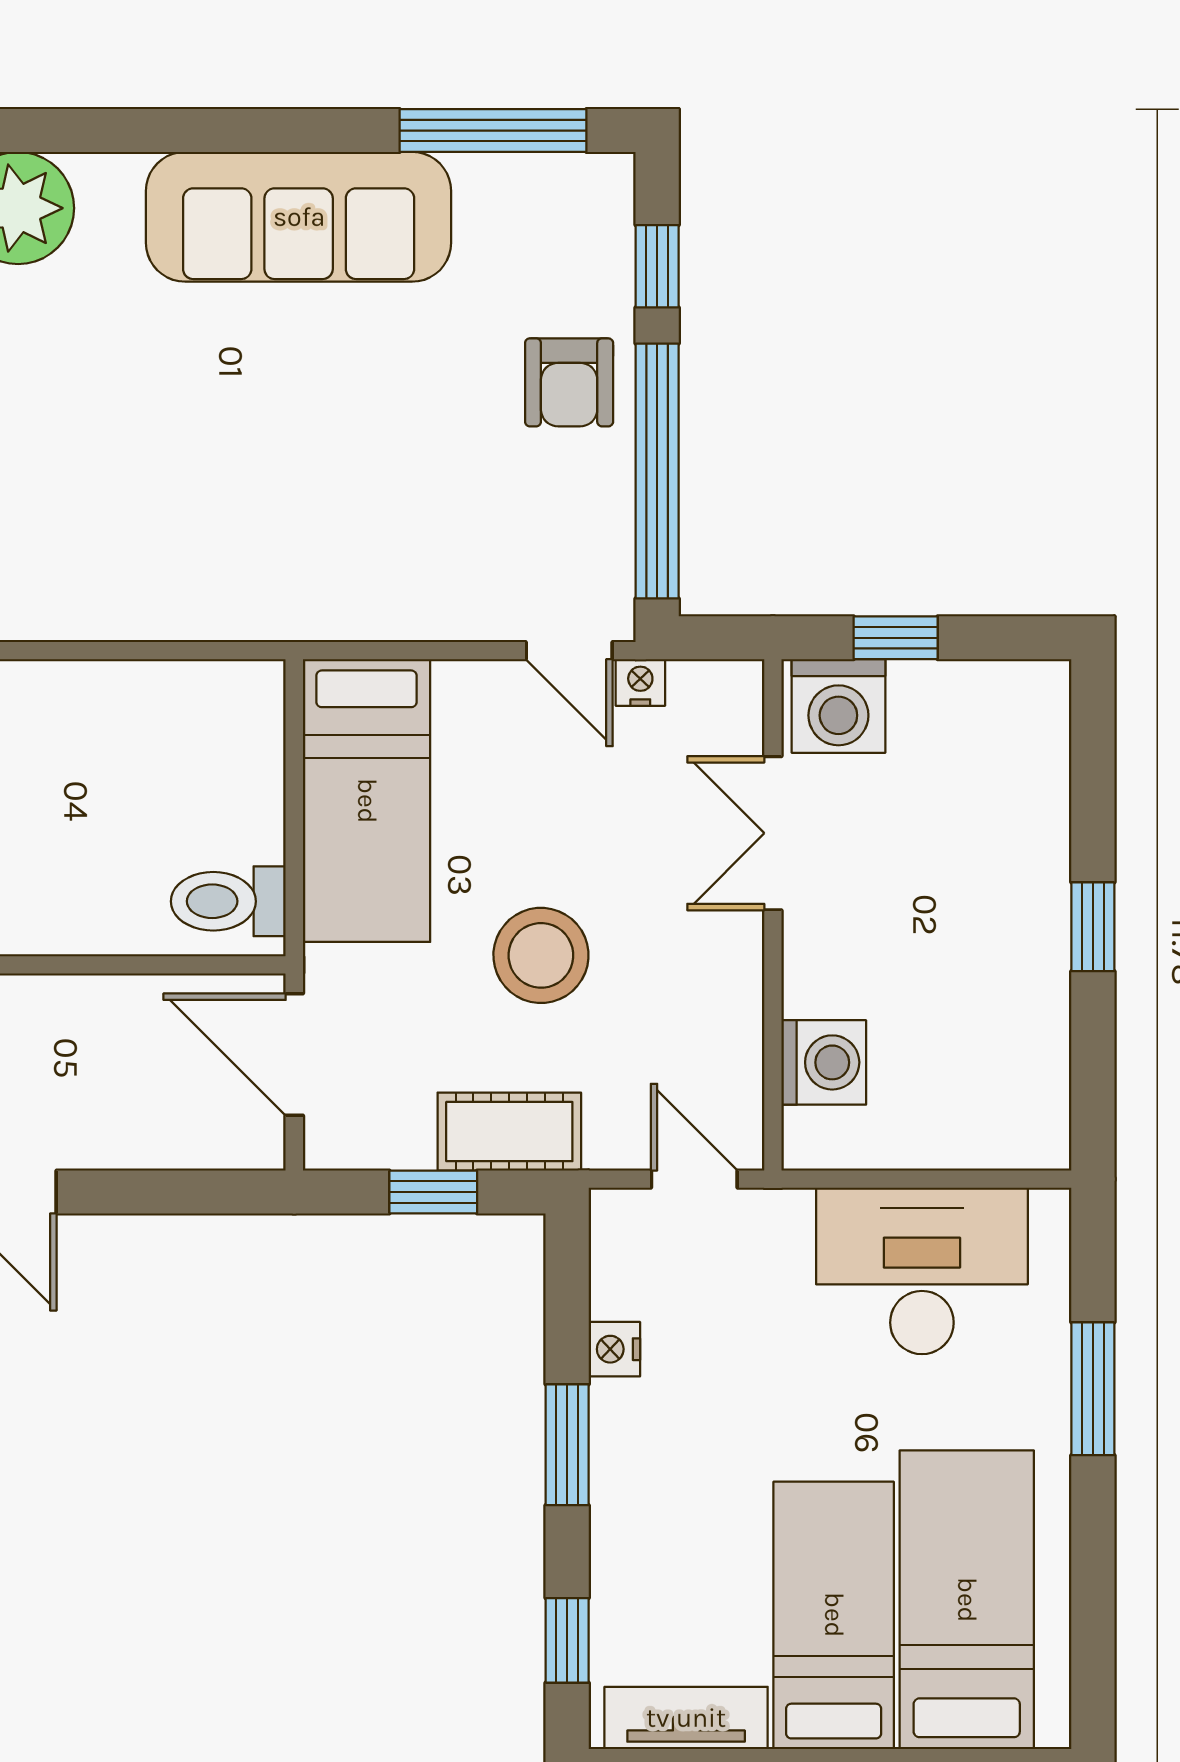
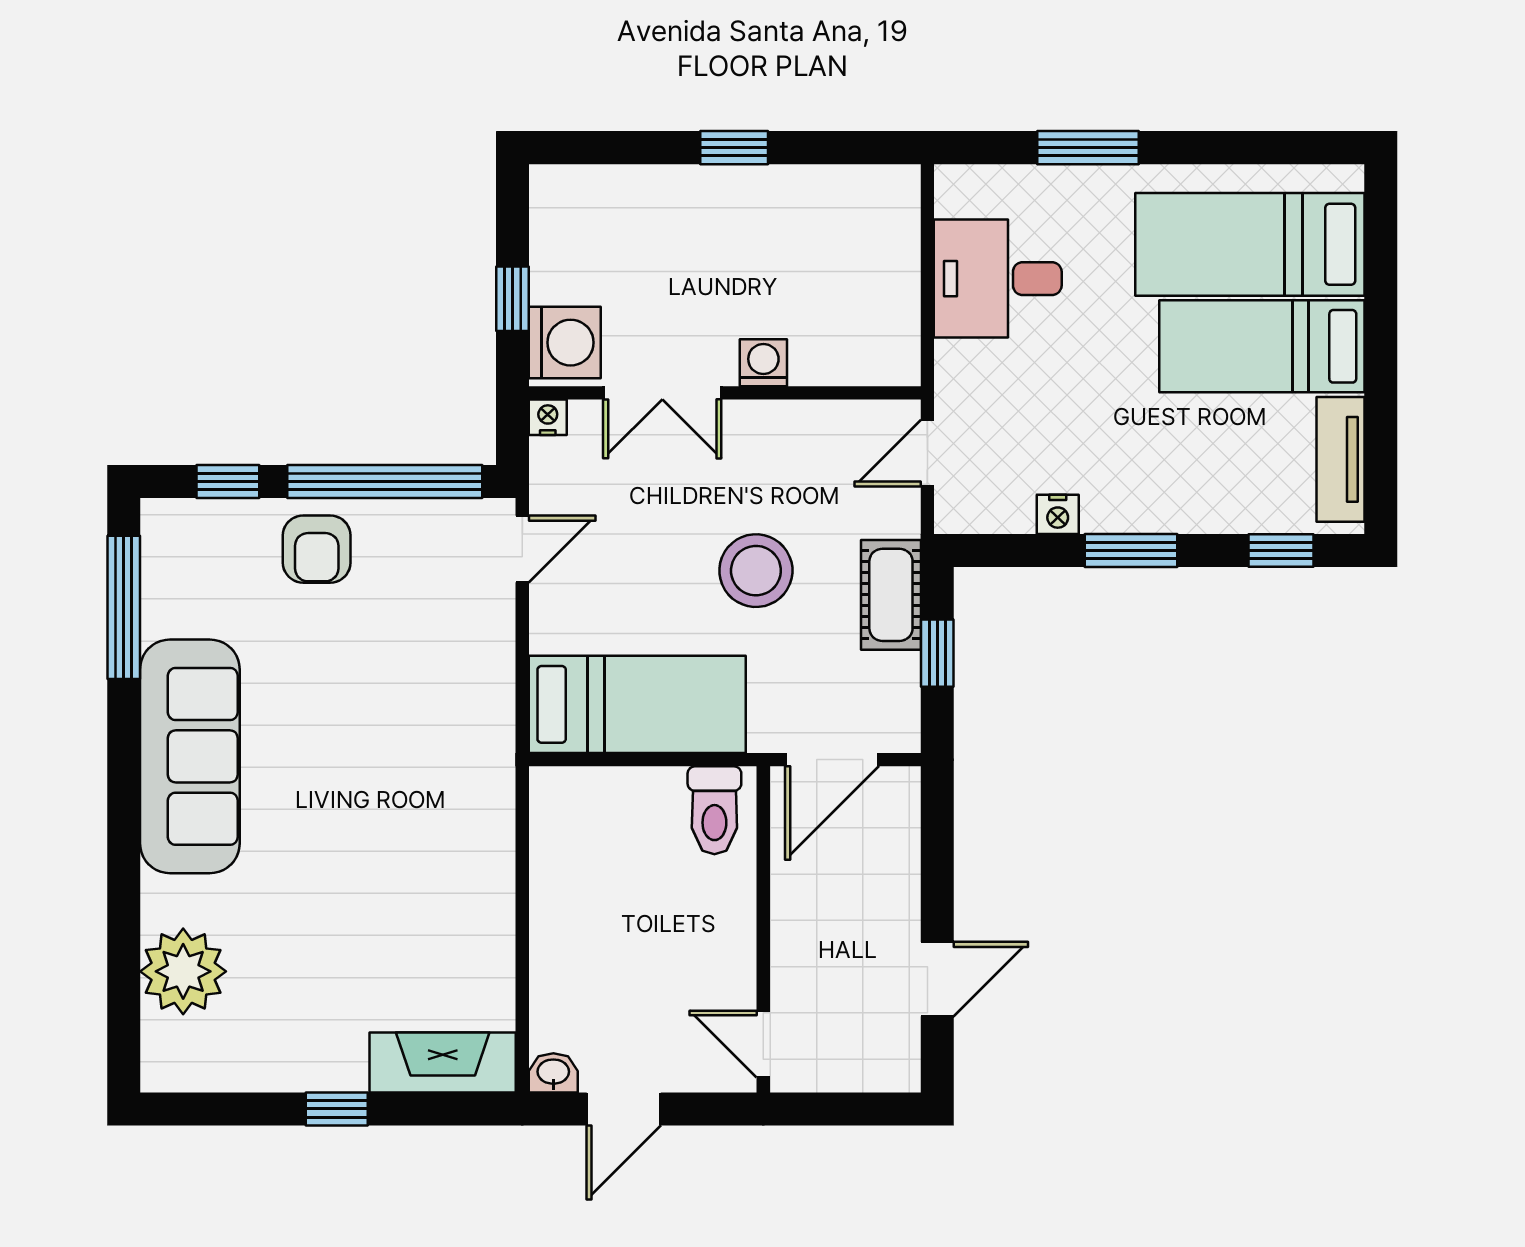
armchair: (569, 382) -> (317, 549), turned 90
nightstand: (640, 682) -> (548, 417), moved, turned 90
washing machine: (824, 1062) -> (763, 363), moved, width x0.73, depth x0.73
desk: (922, 1271) -> (998, 279), width x0.73

